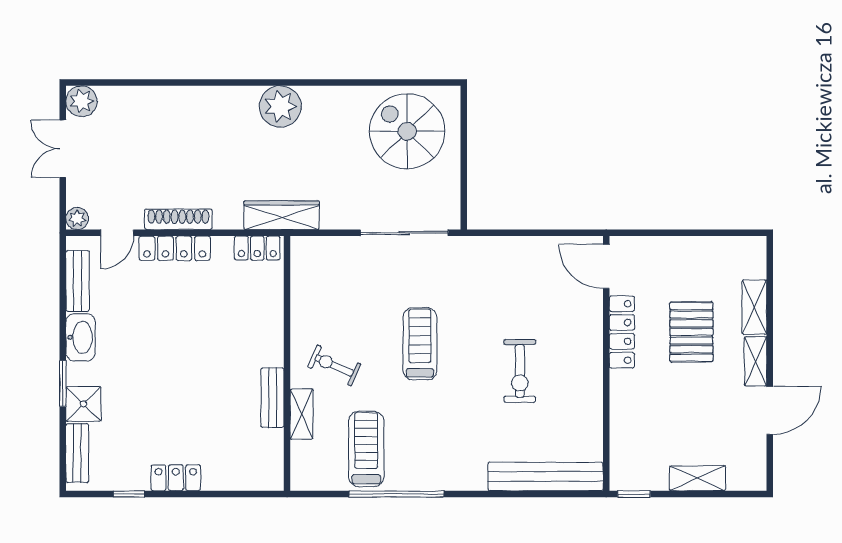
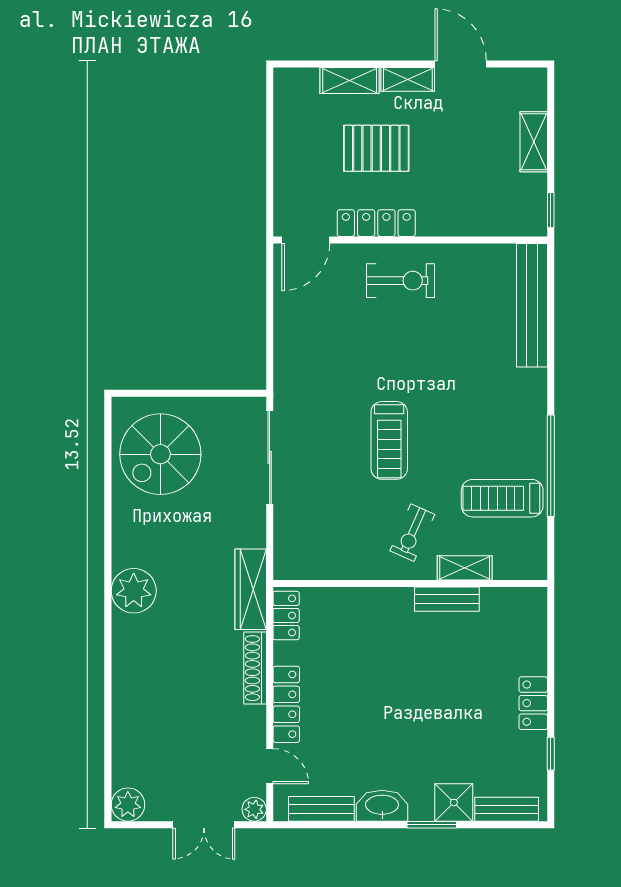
double door: (63, 149) -> (204, 825), moved
shoe rack: (178, 219) -> (255, 668), moved
treadmill: (420, 344) -> (389, 440), turned -90
exercise bike: (520, 371) -> (401, 281), moved

